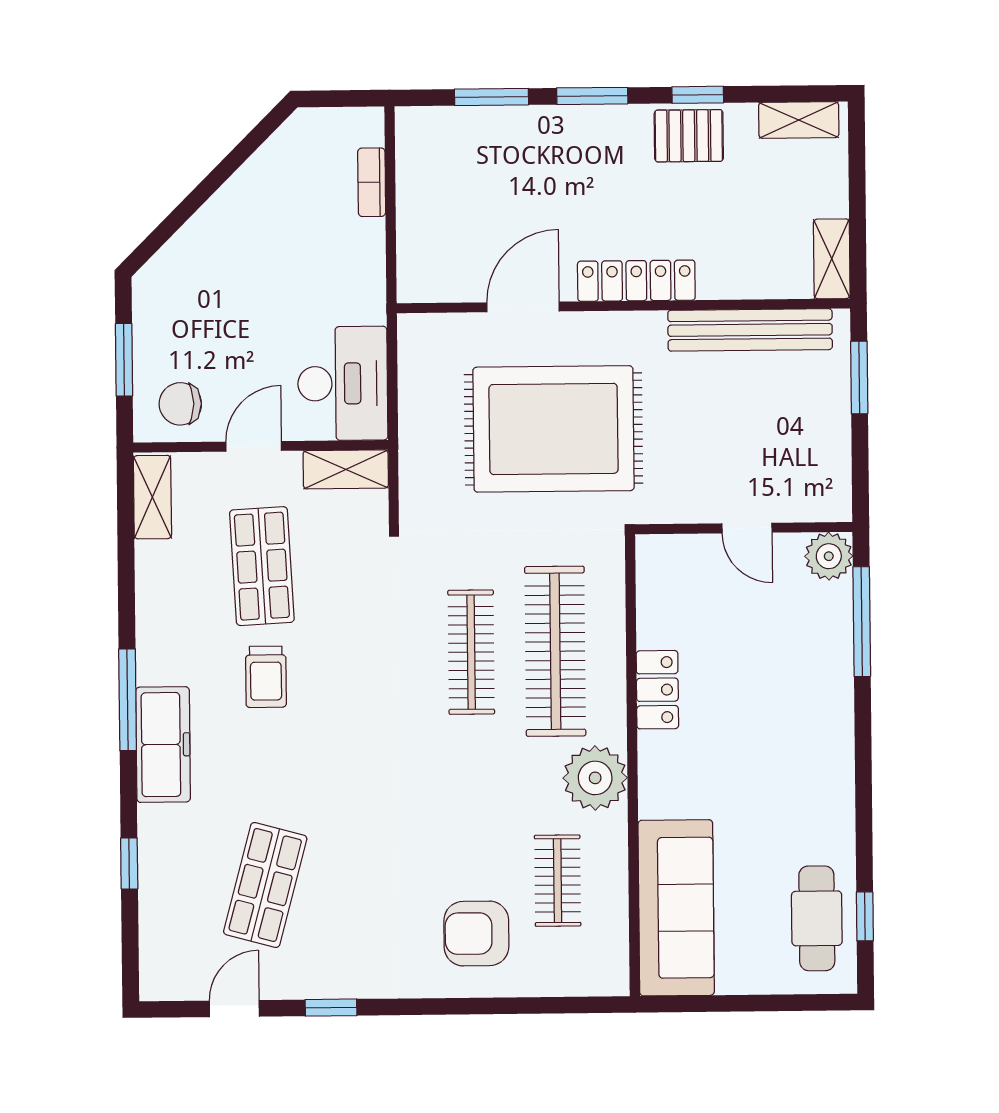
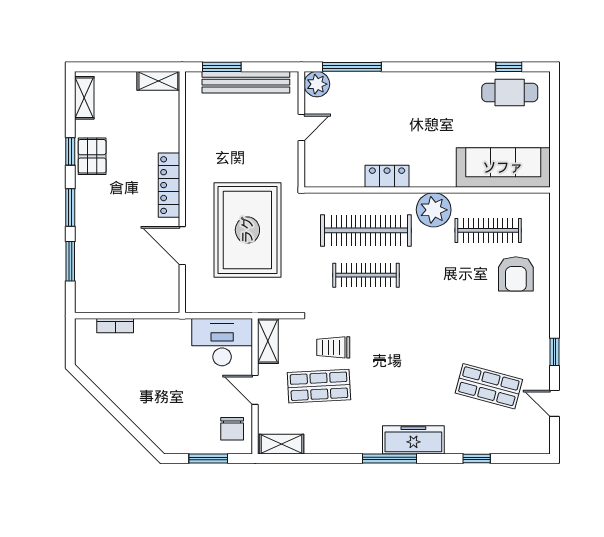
bench: (750, 330) -> (246, 82), moved, turned 90
trolley: (266, 677) -> (333, 347), moved, turned 180
clothes rail: (558, 881) -> (488, 230), width x1.36

